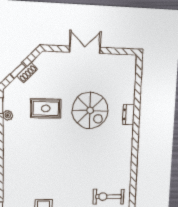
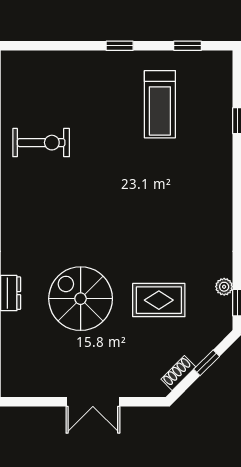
shoe rack: (27, 73) -> (178, 373), moved

